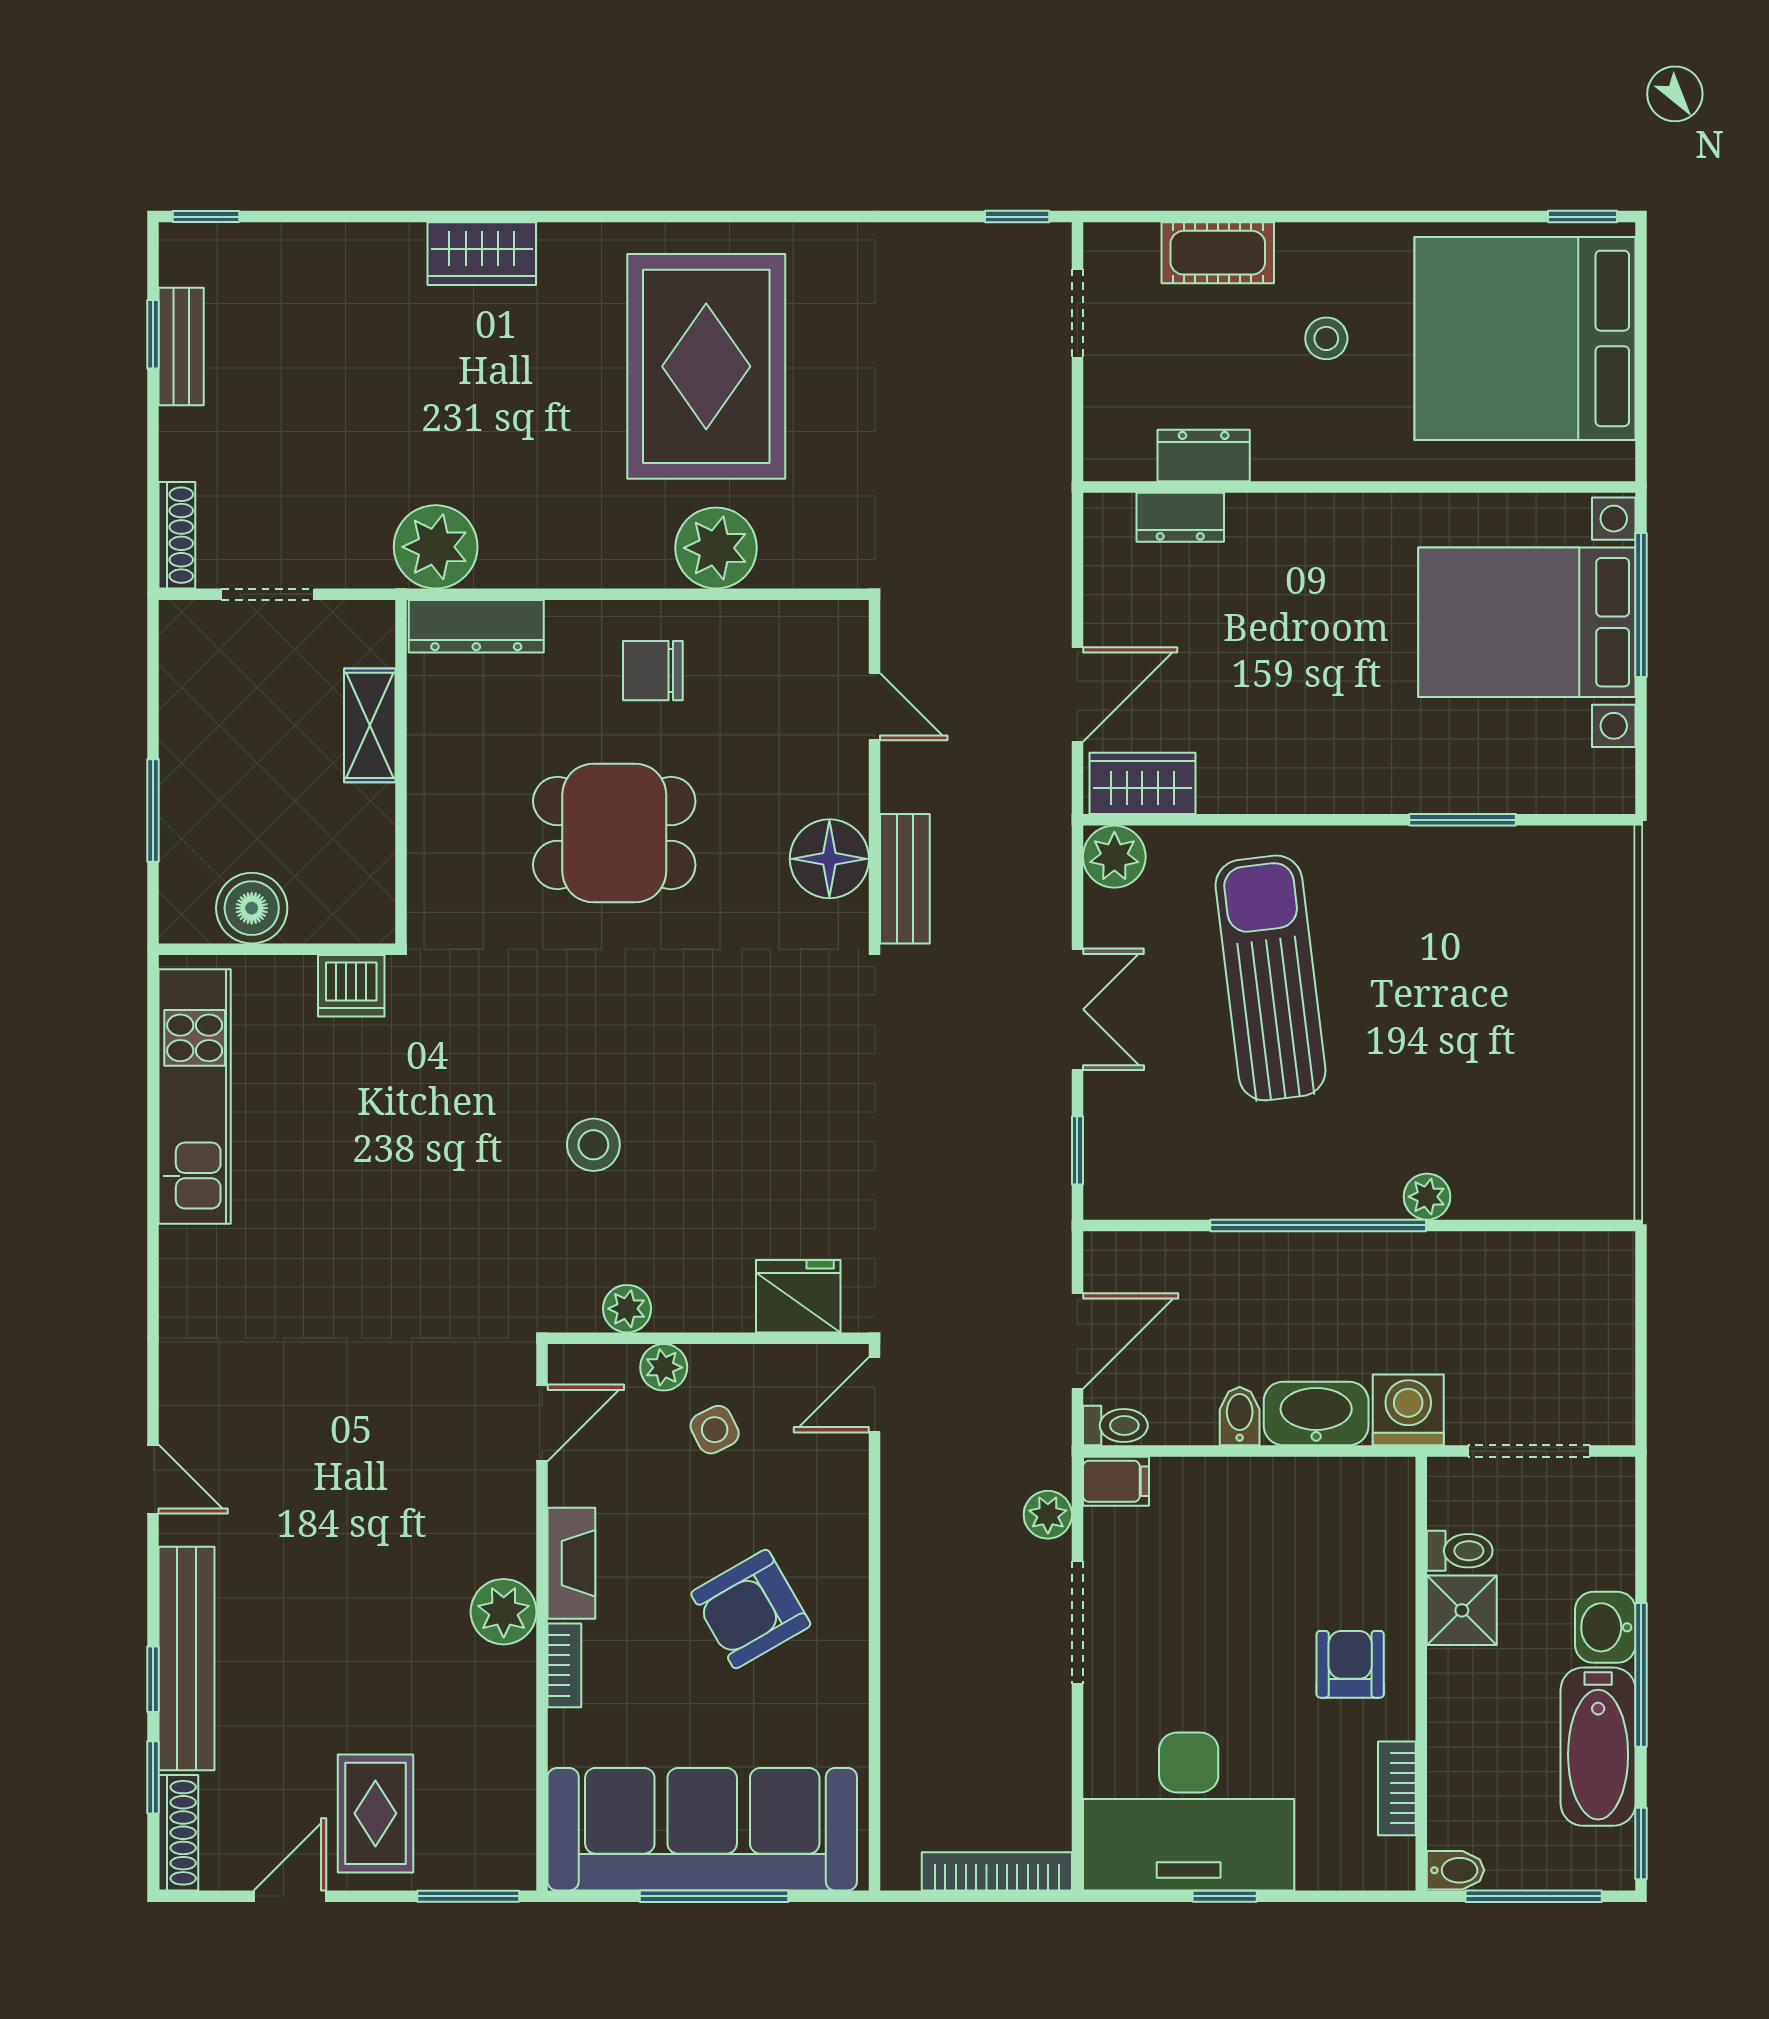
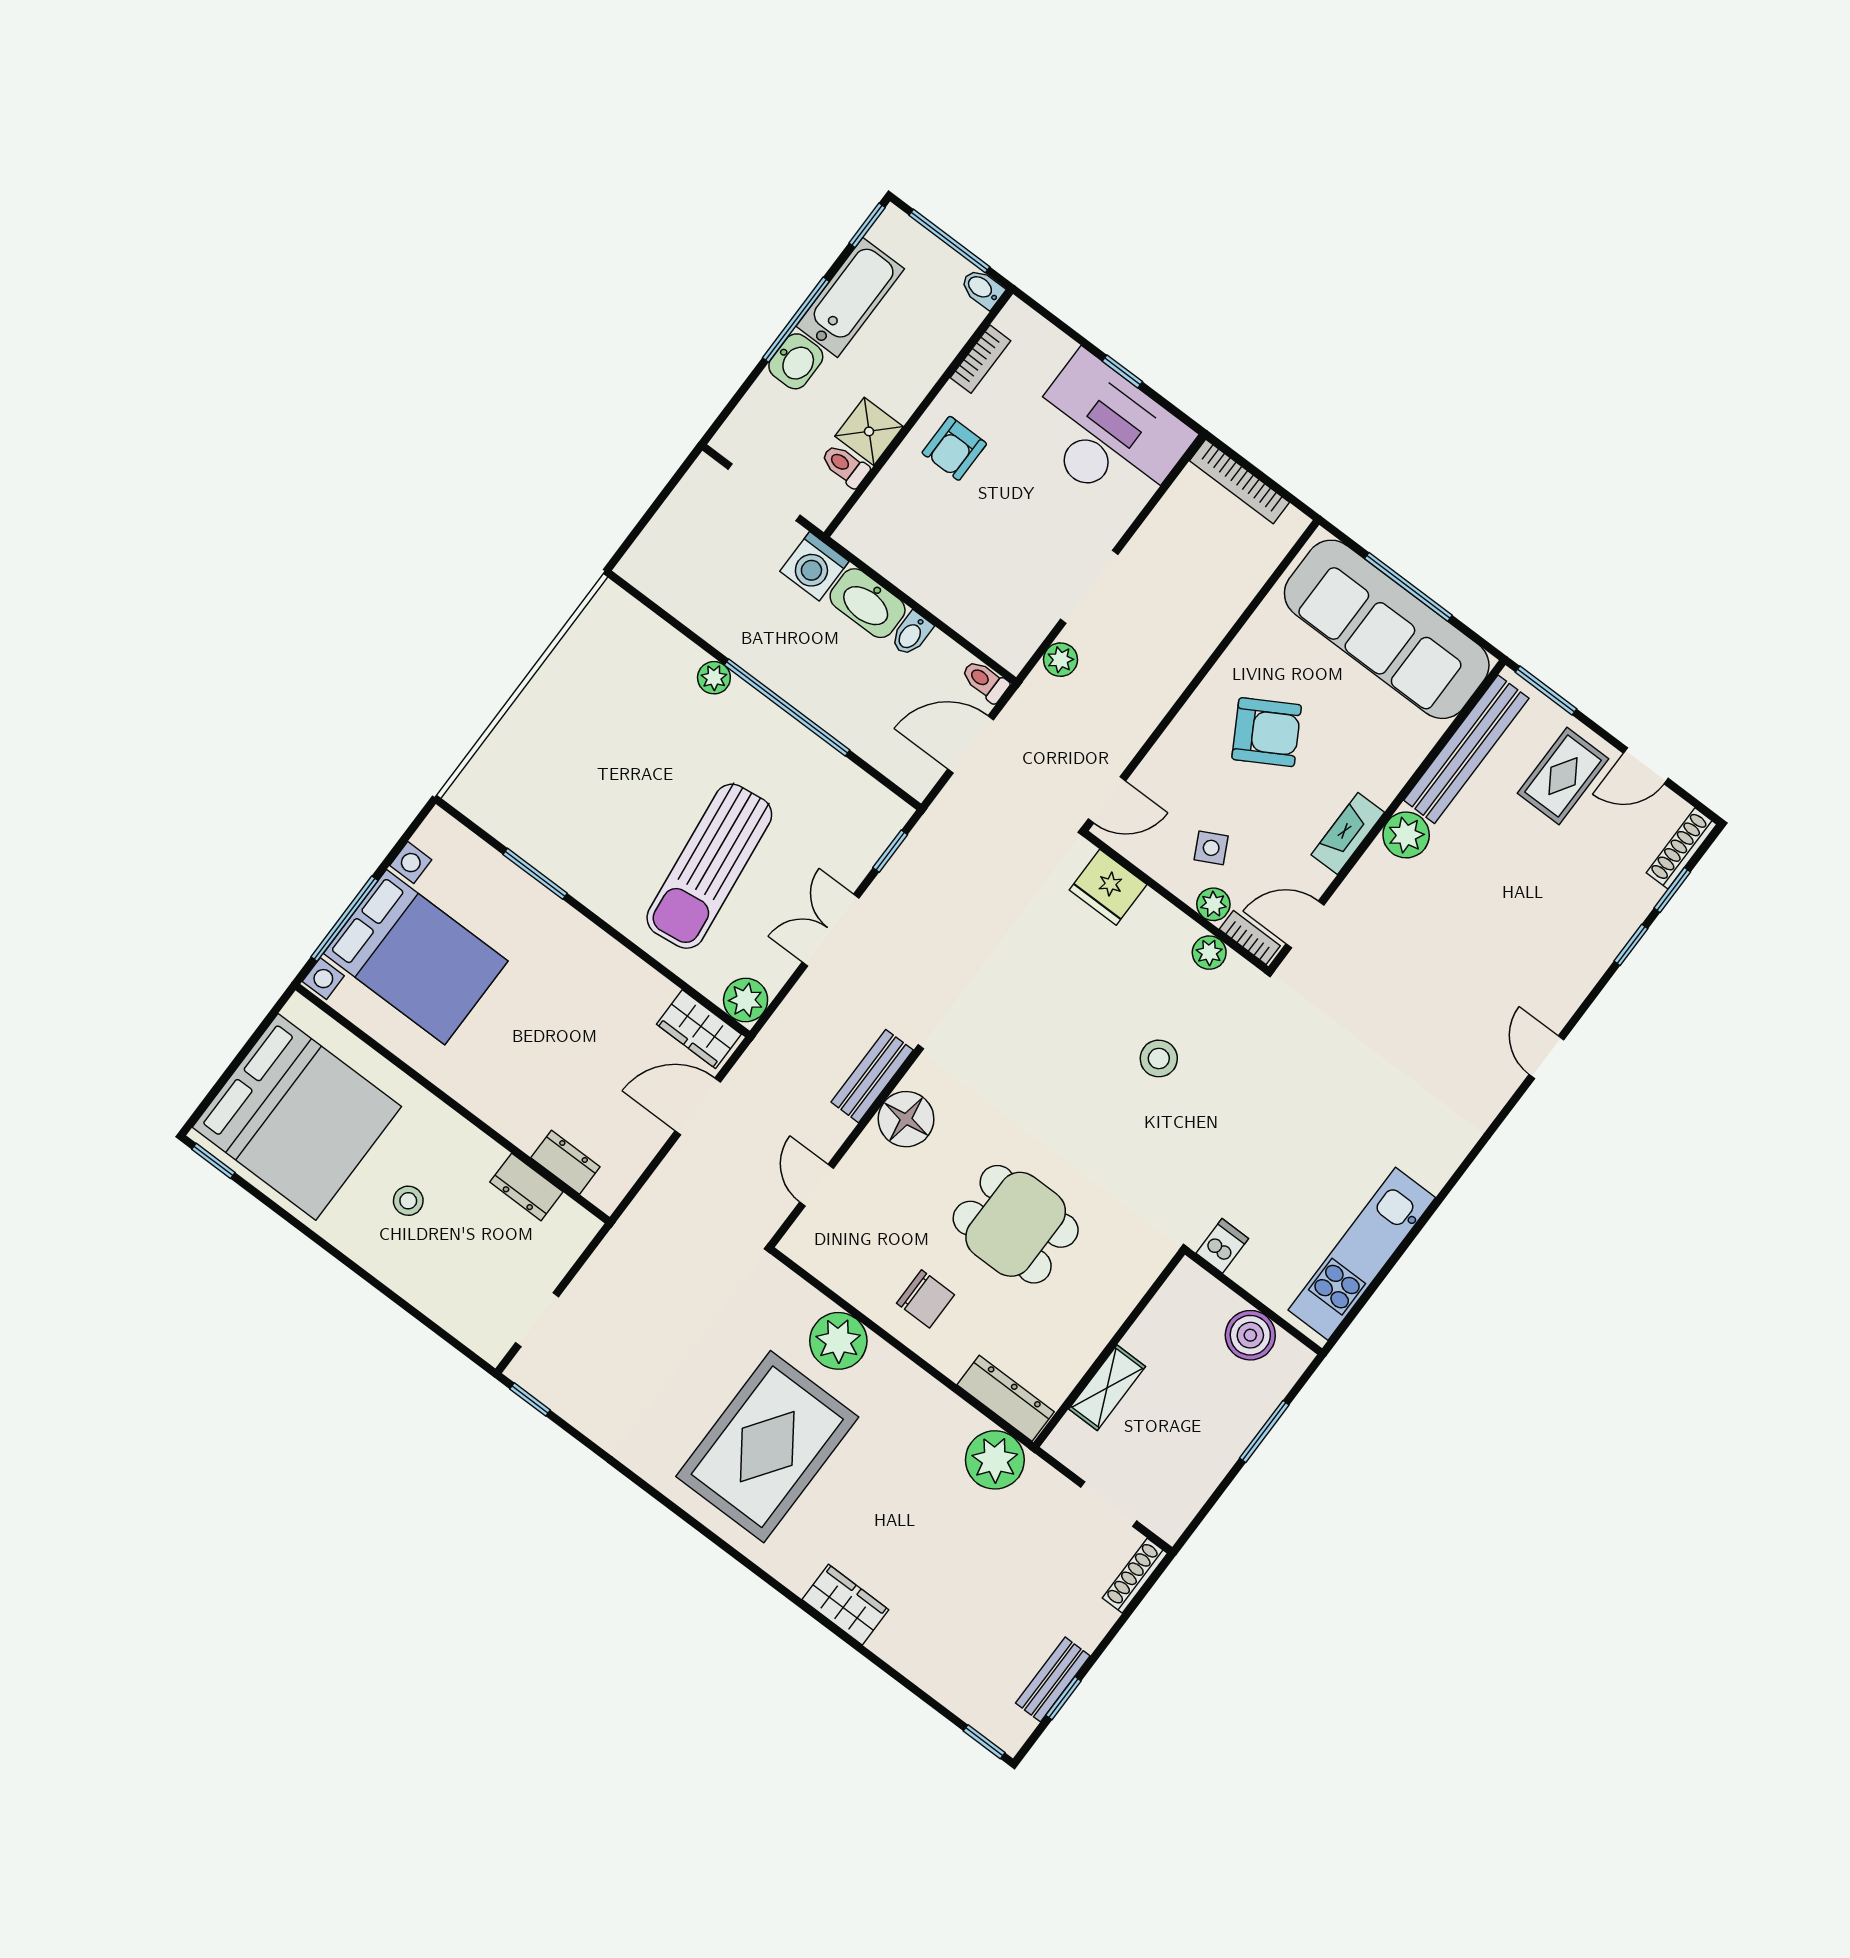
cot: (1218, 253) -> (433, 1295), removed
dishwasher: (351, 986) -> (1222, 1246), width x0.73
filing cabinet: (1116, 1481) -> (1008, 650), removed
bench: (187, 1658) -> (1466, 749), moved
bookcase: (564, 1665) -> (1250, 937), moved, turned 90

